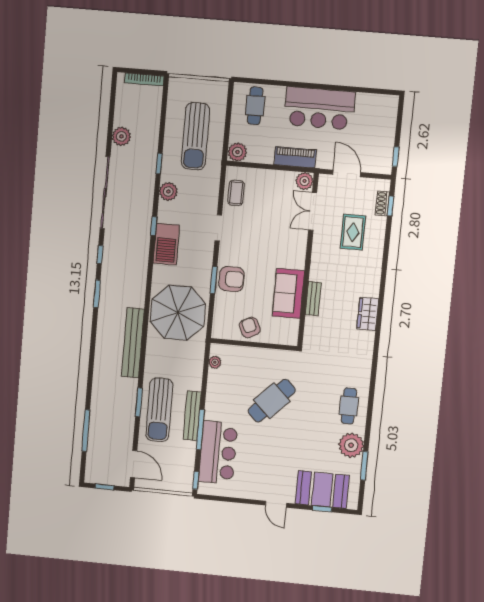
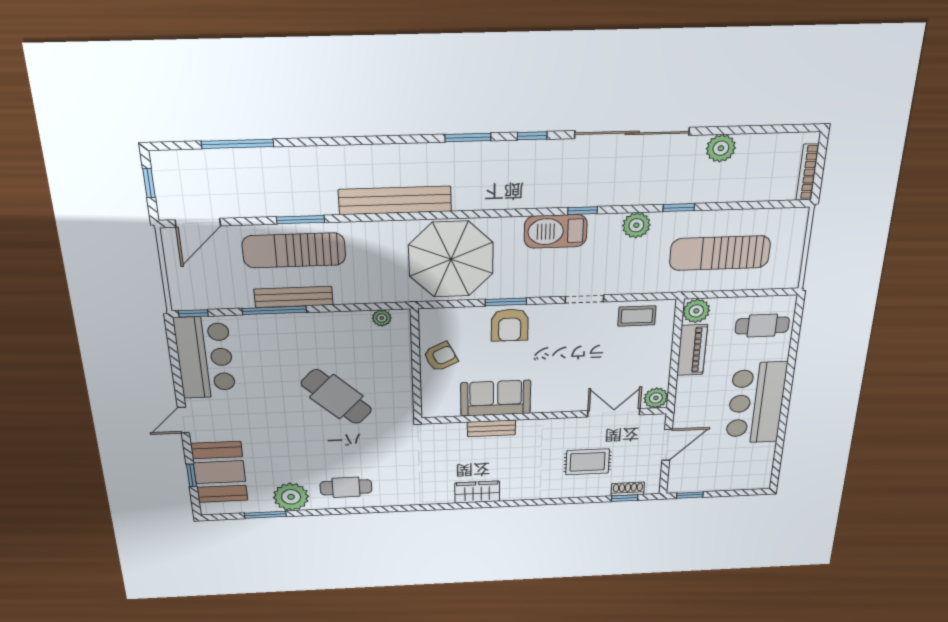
piano: (295, 157) -> (692, 350), moved
bar counter: (218, 453) -> (205, 357), moved, turned -90

